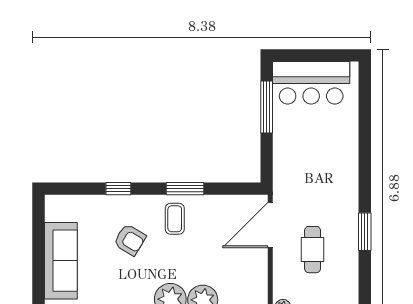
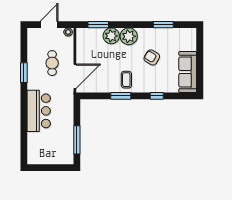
bar counter: (311, 83) -> (39, 111), moved, turned 90
armchair: (130, 240) -> (152, 58), moved
sofa: (61, 261) -> (188, 72), moved

